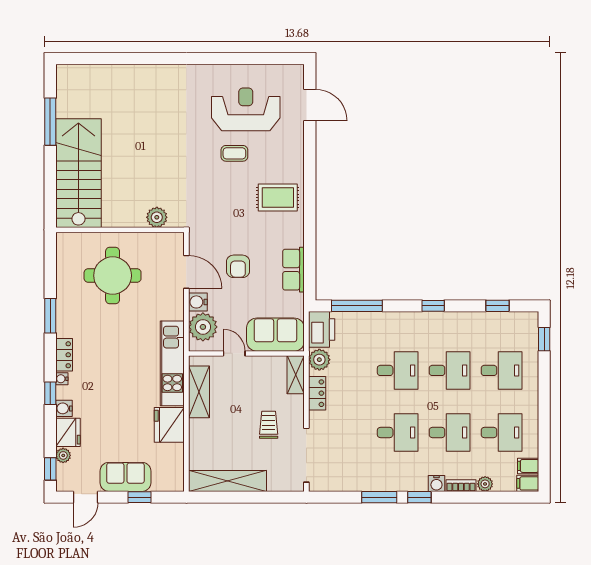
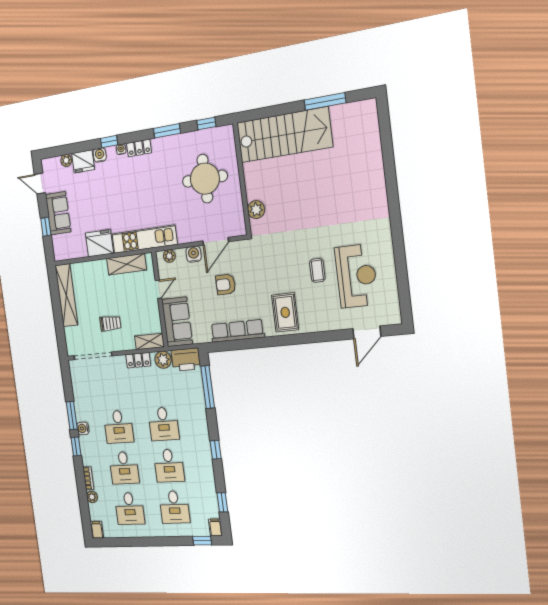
row of seats: (294, 270) -> (237, 331), width x1.48
plant: (203, 327) -> (169, 256), width x0.53, depth x0.53
filing cabinet: (528, 466) -> (215, 527), moved
window: (50, 469) -> (206, 124), moved
water cooler: (436, 483) -> (83, 428), moved

